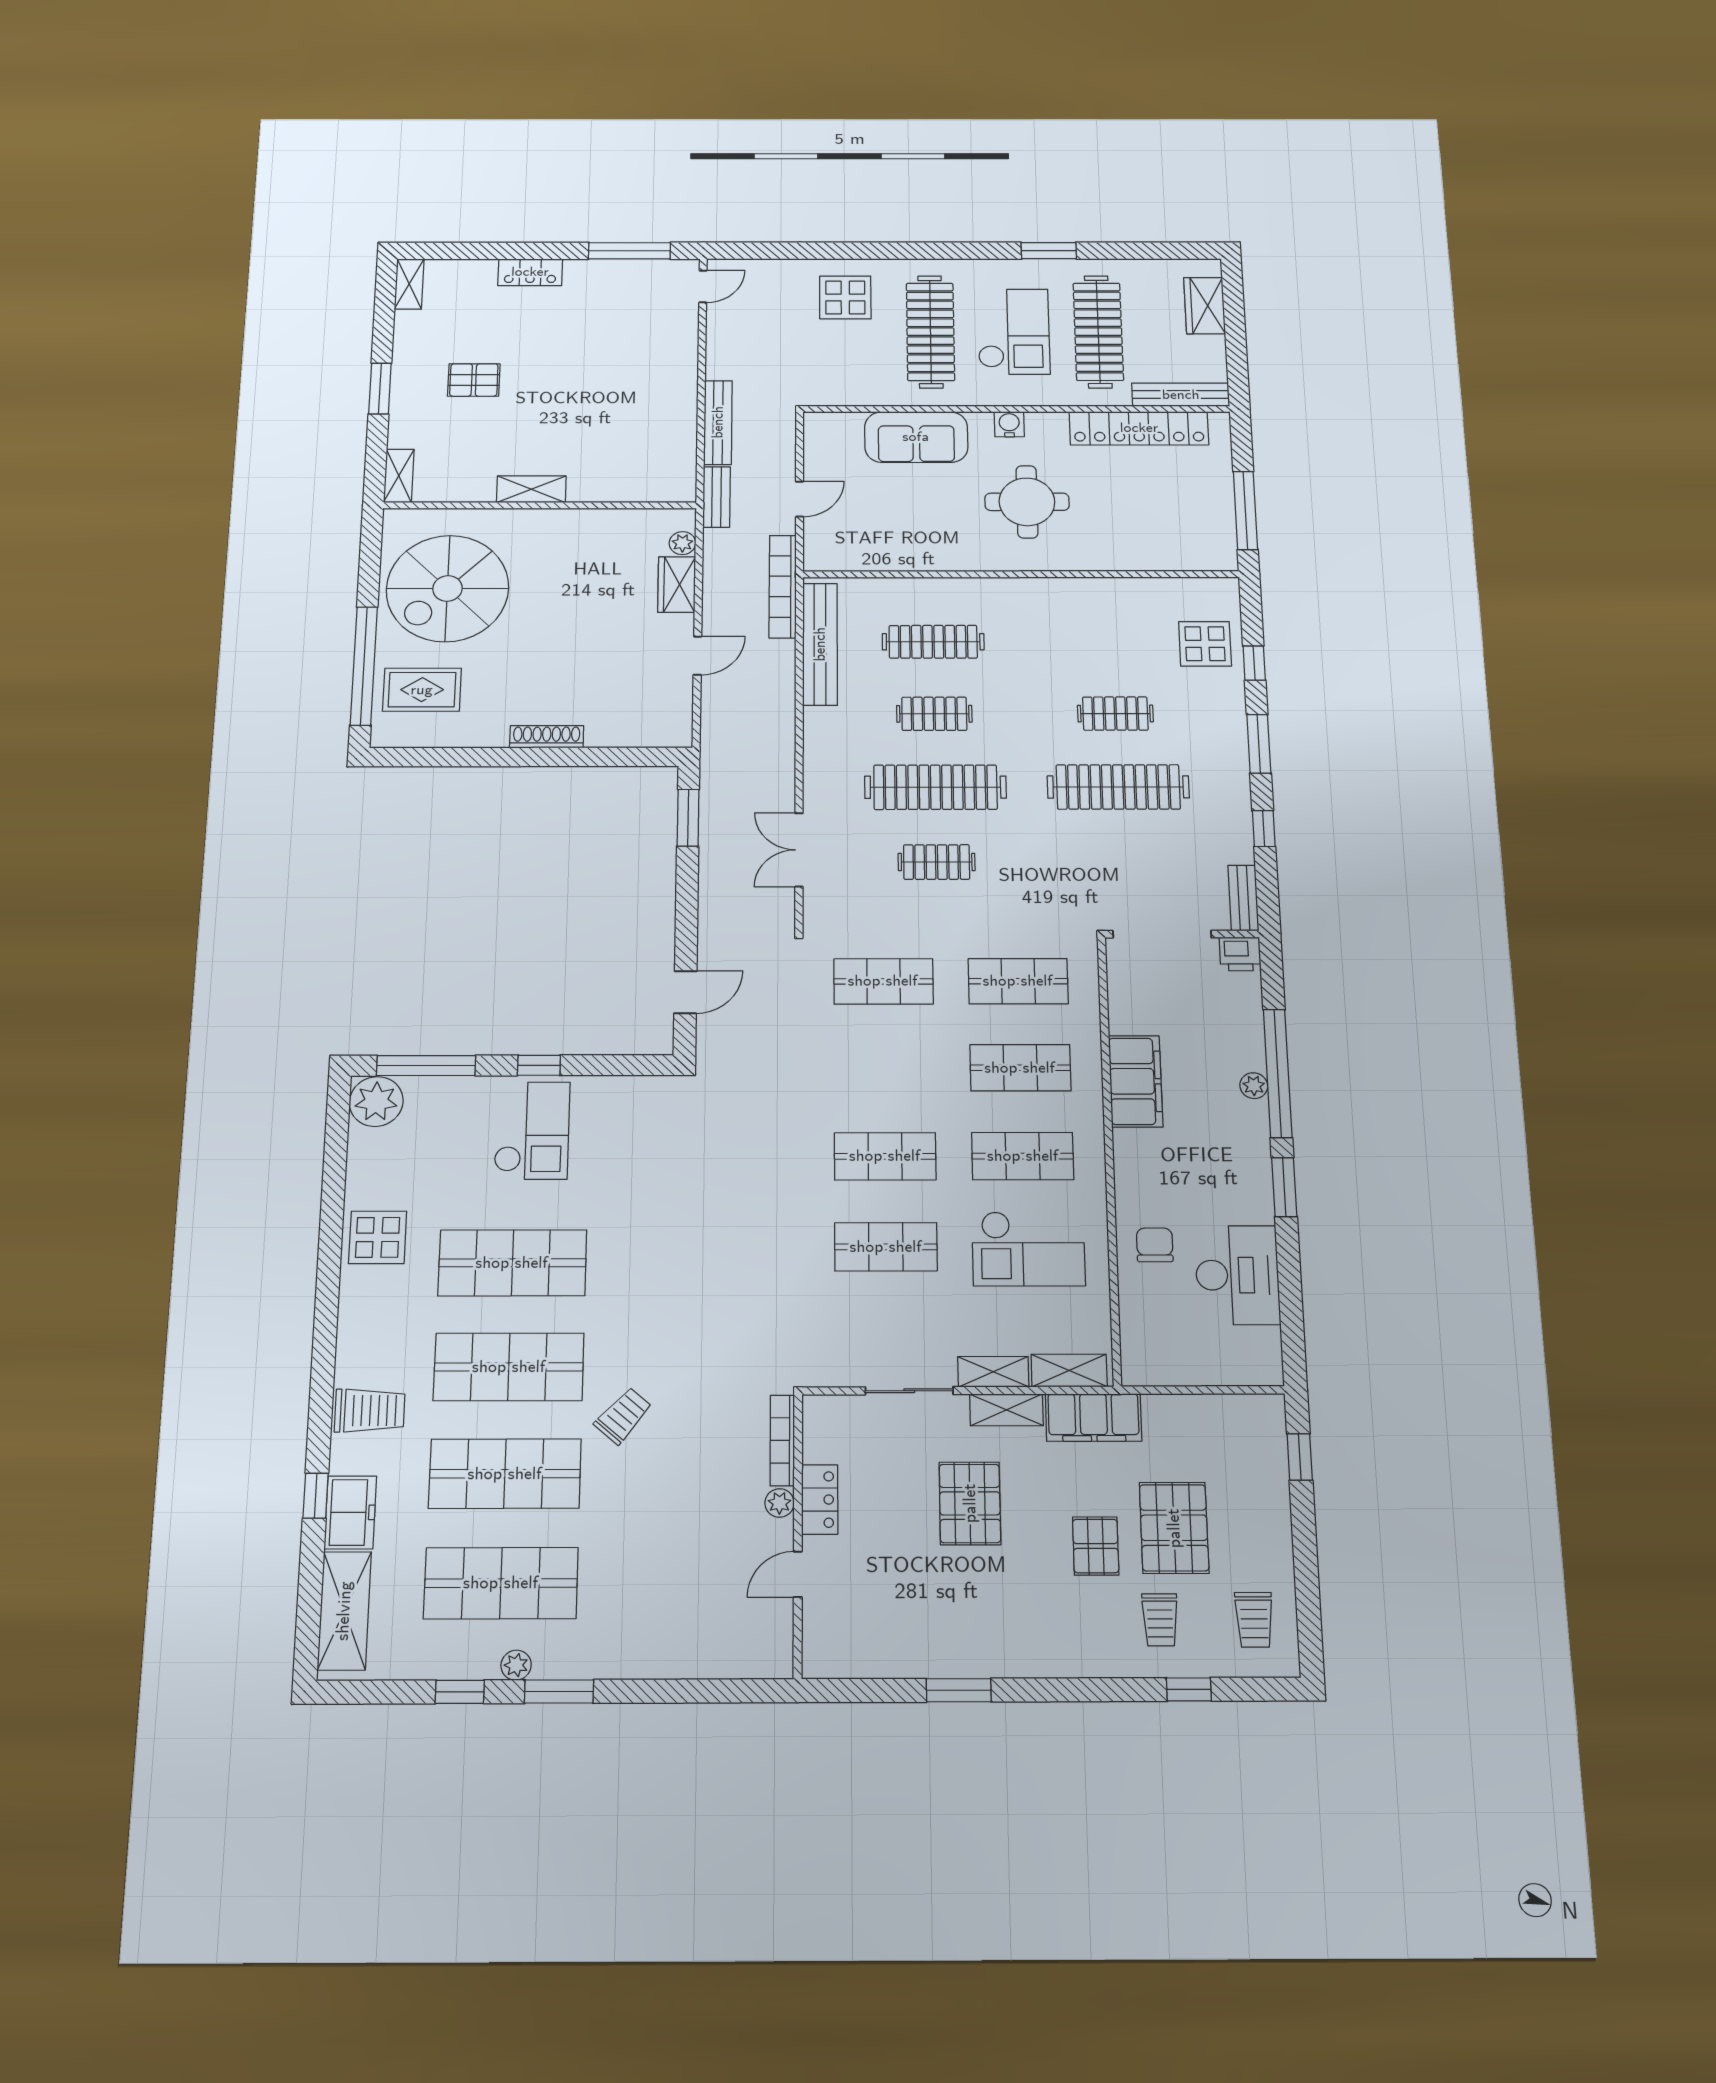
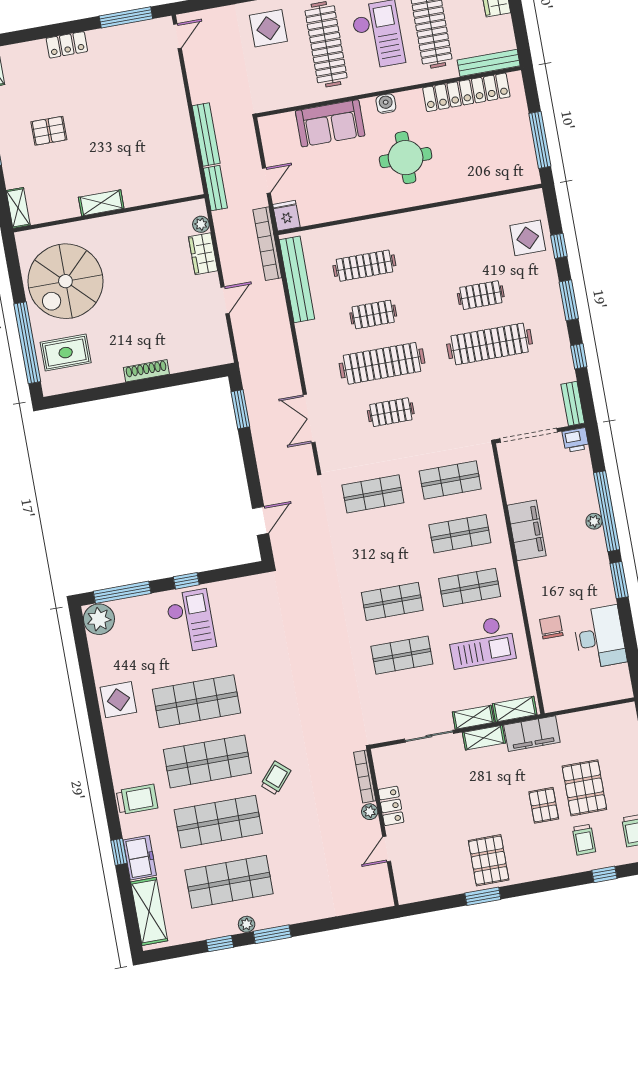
fridge: (821, 552) -> (286, 216), added
pallet: (970, 1503) -> (489, 860), moved

